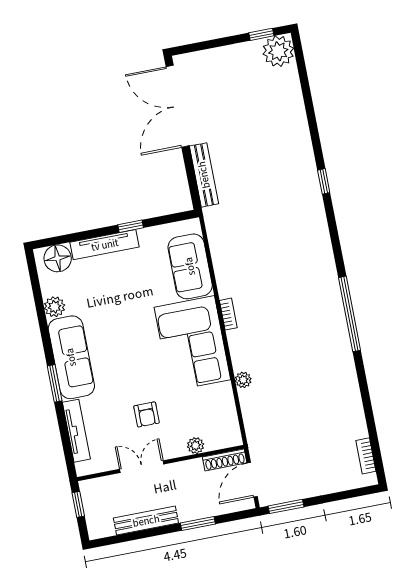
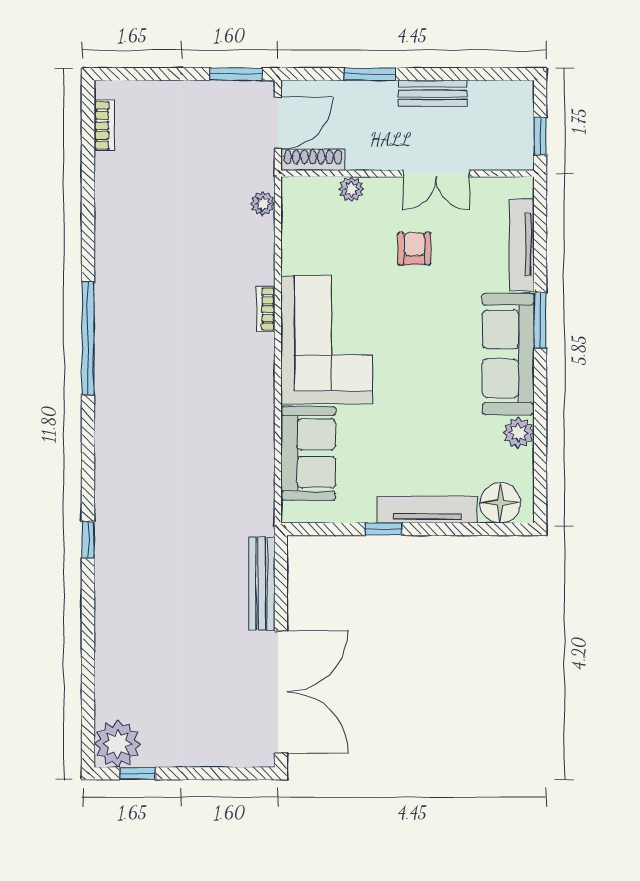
bookcase: (228, 314) -> (266, 309), moved
plant: (243, 380) -> (263, 204), moved
bench: (146, 521) -> (433, 93), width x0.73

